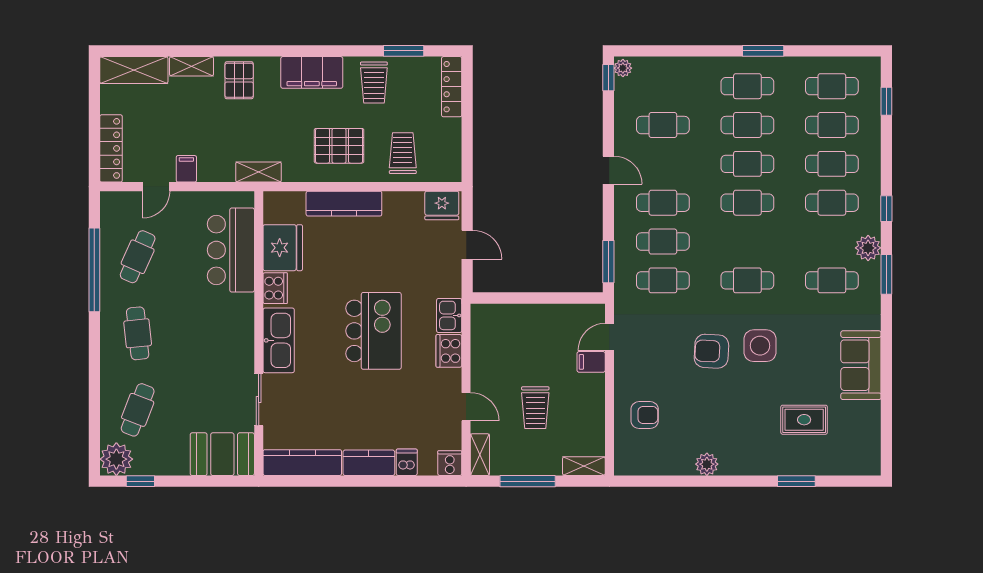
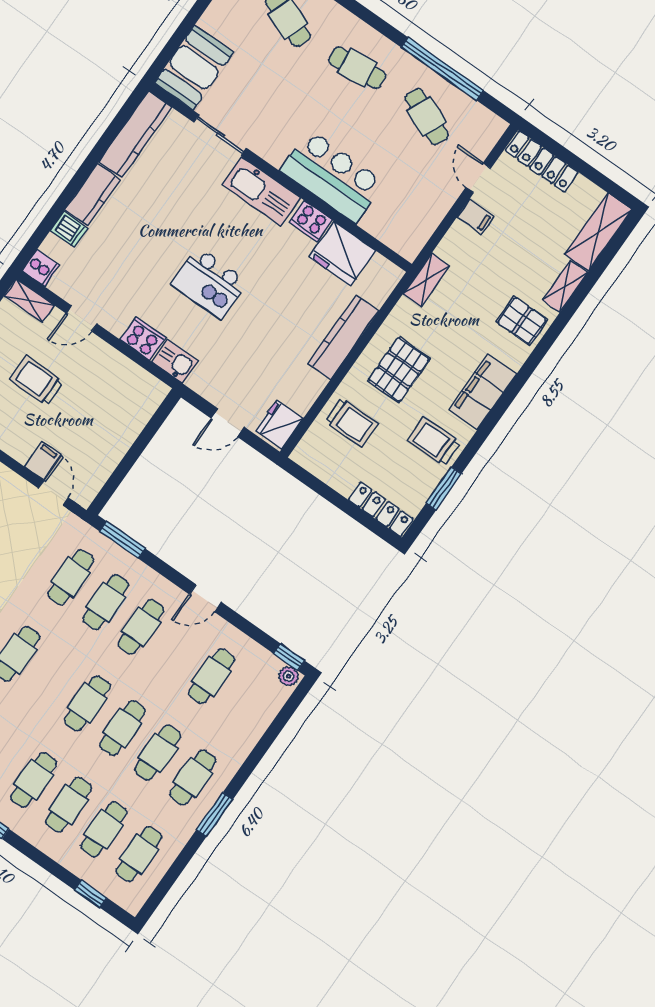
bar counter: (231, 250) -> (332, 176), moved
kitchen island: (374, 331) -> (209, 283), width x0.73, depth x0.78

